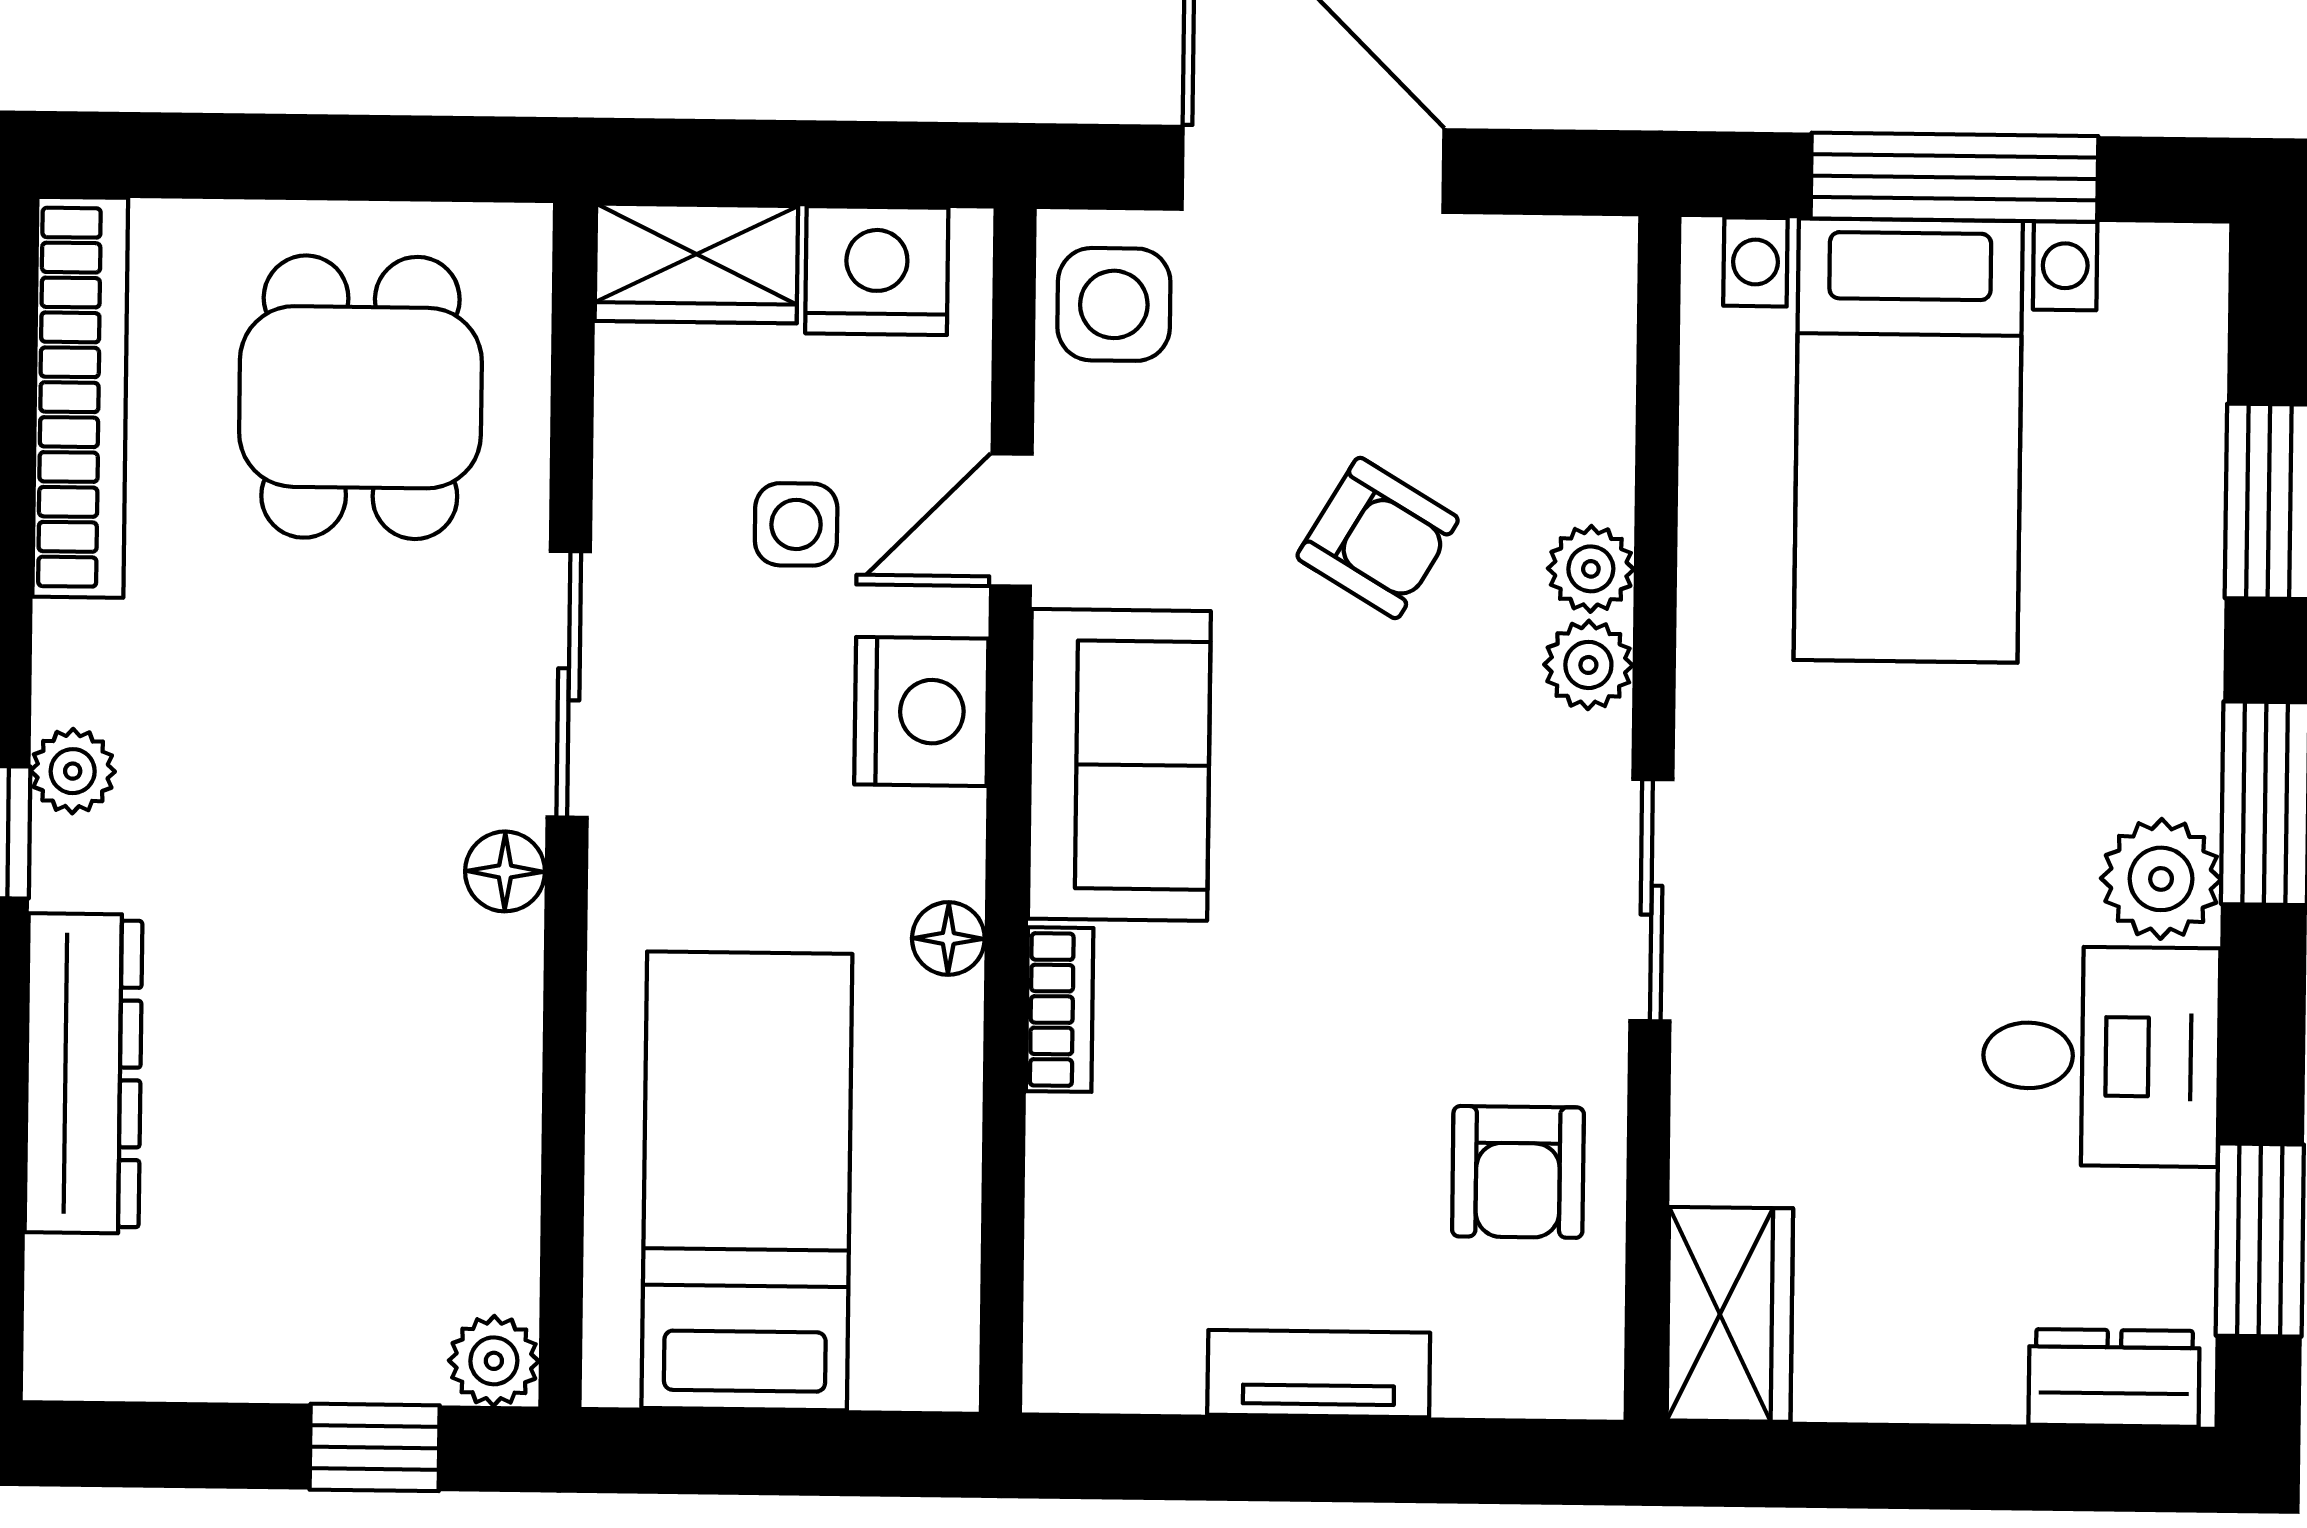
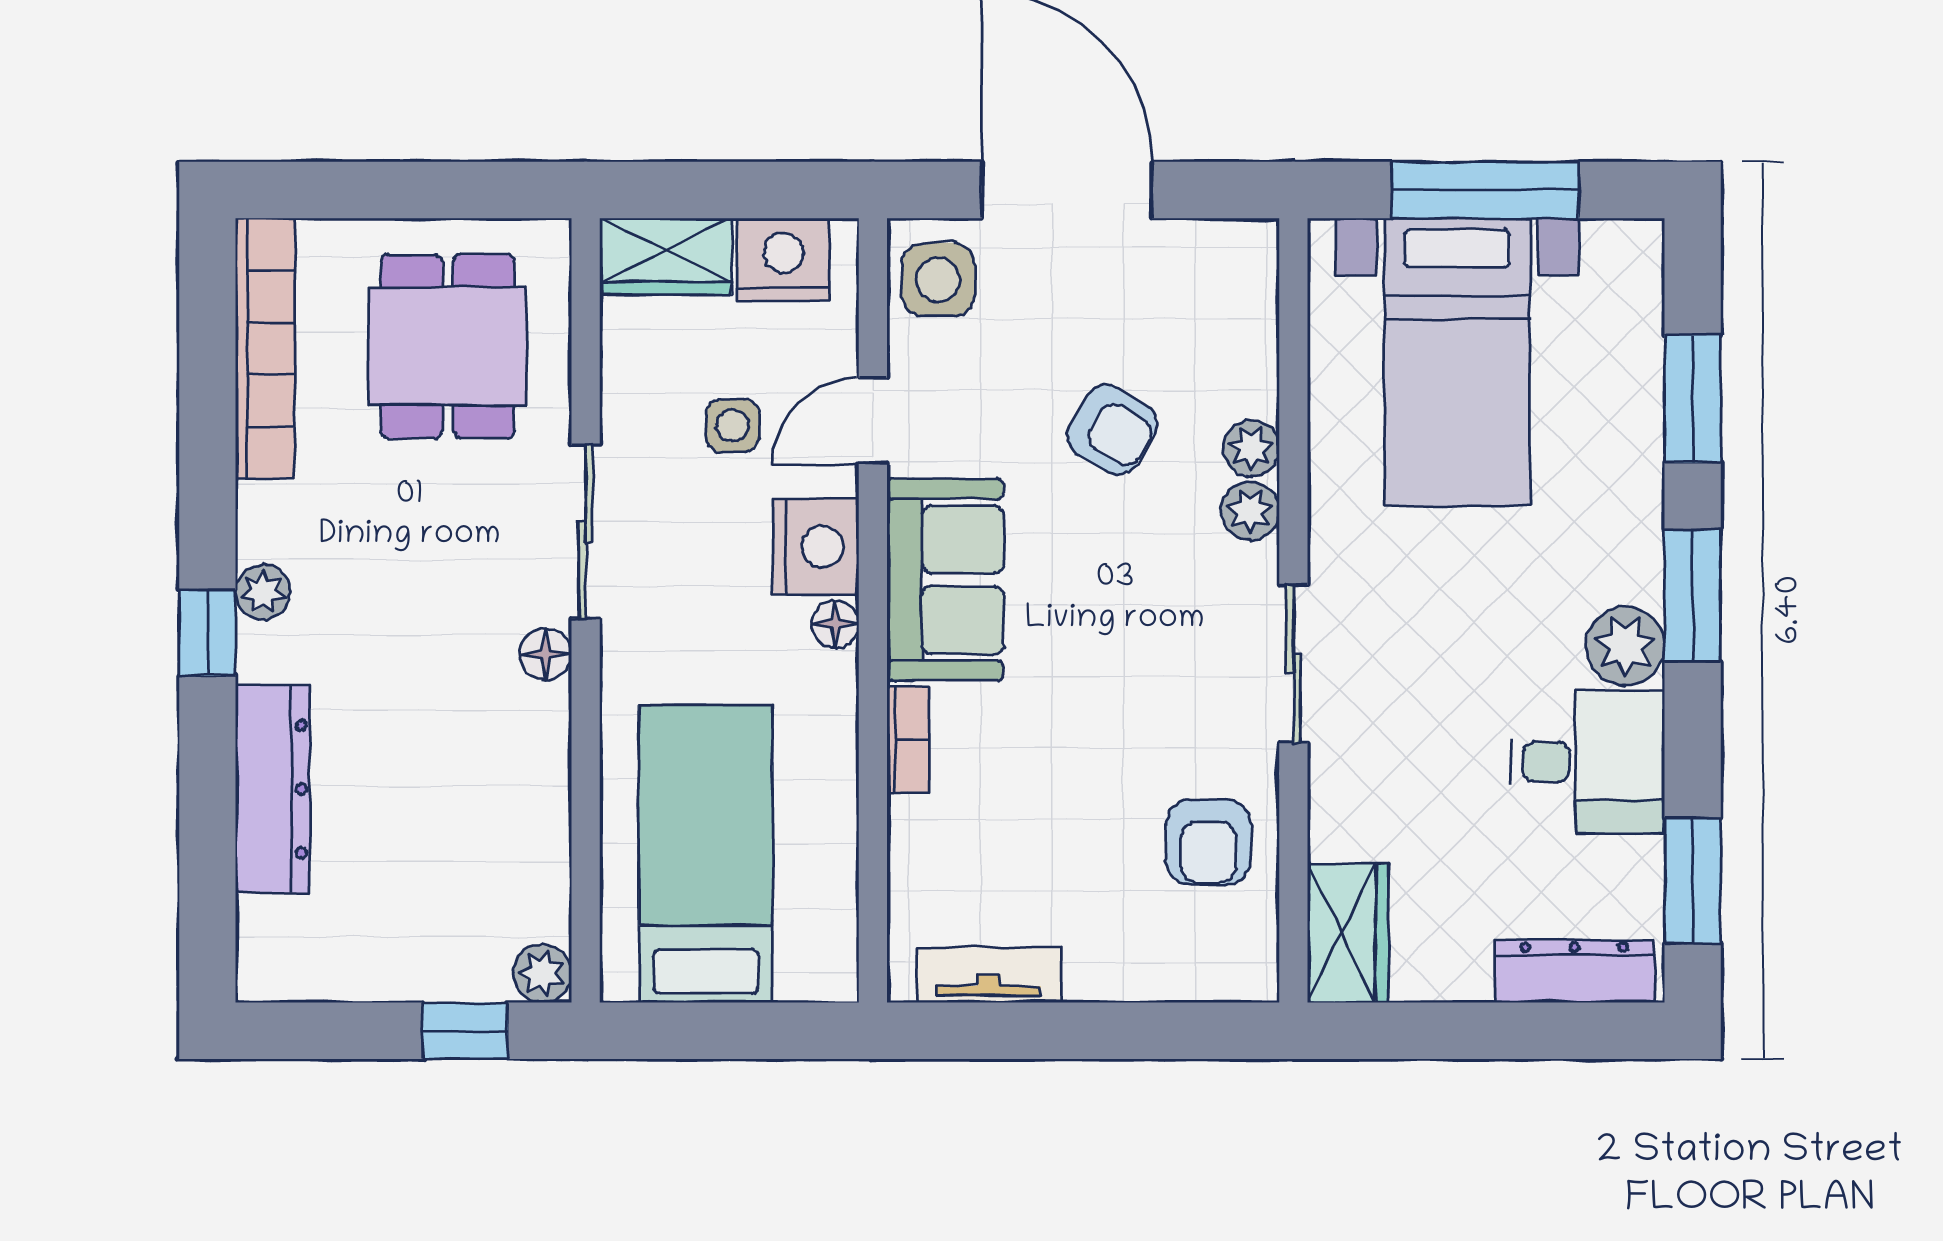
floor lamp: (948, 938) -> (835, 624), moved
tv unit: (1319, 1374) -> (989, 975), moved
dresser: (2114, 1378) -> (1574, 972), width x1.44

